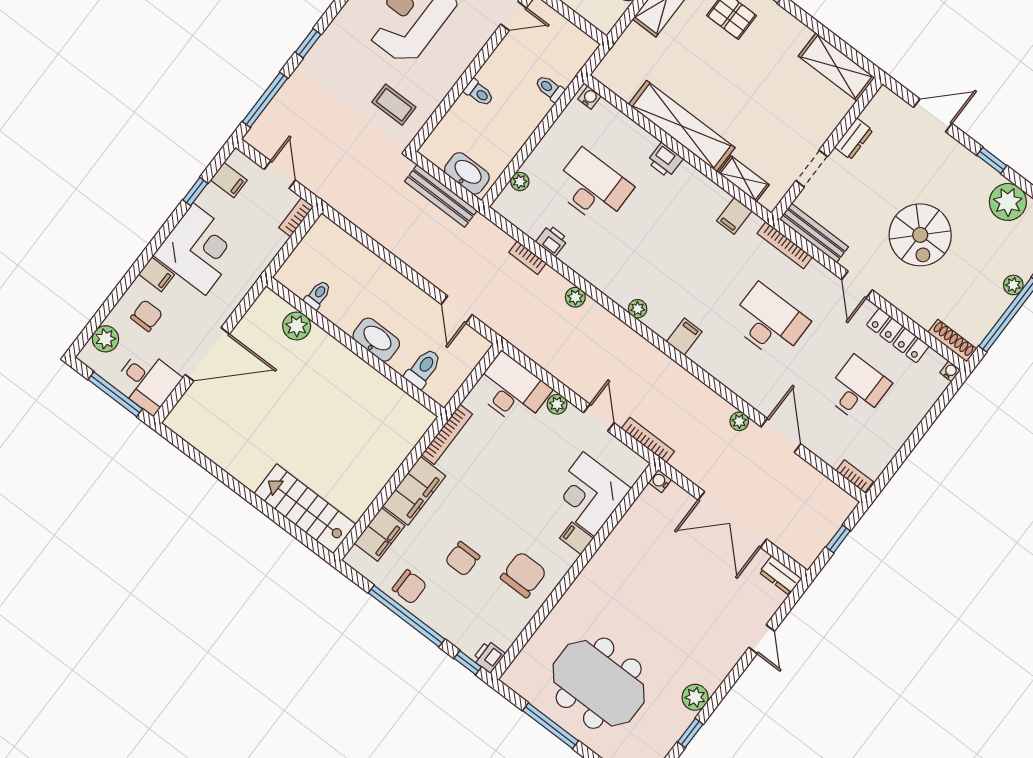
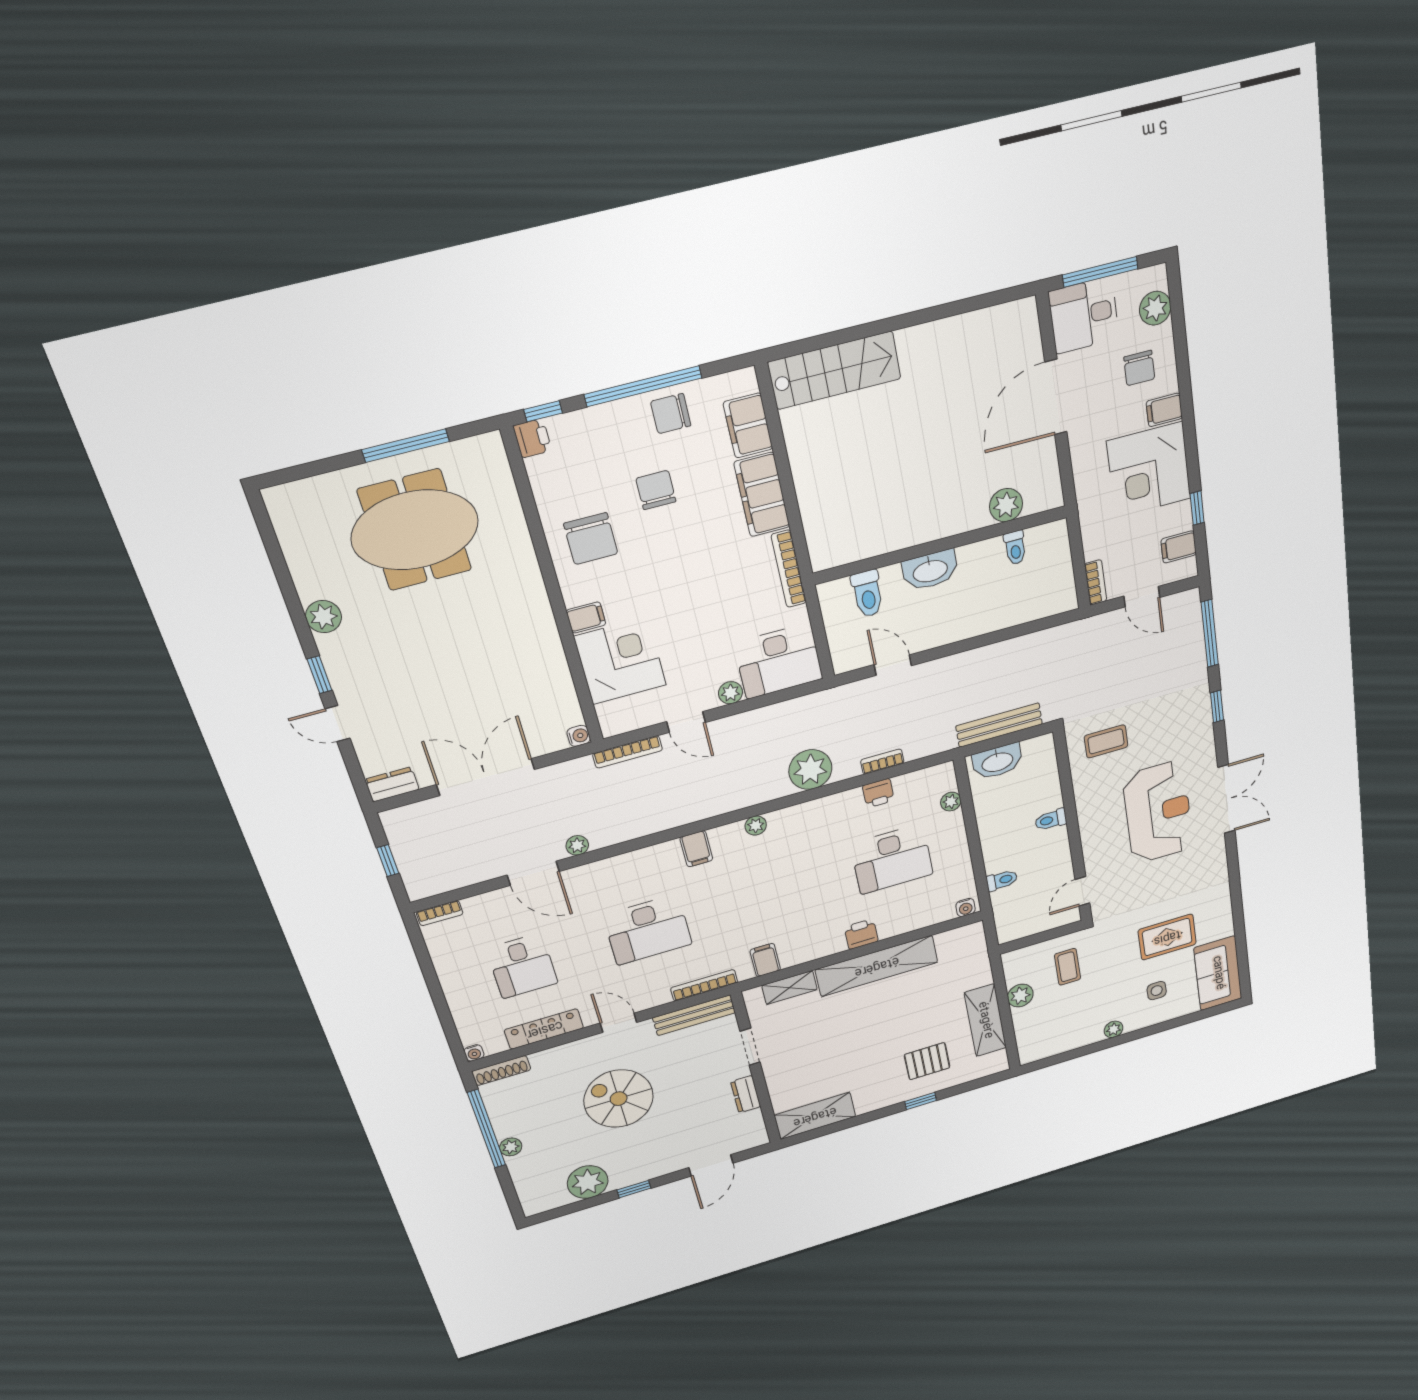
plant: (575, 297) -> (810, 770), width x1.87, depth x1.87
window: (690, 733) -> (319, 675), moved

